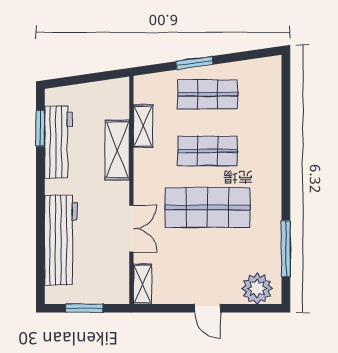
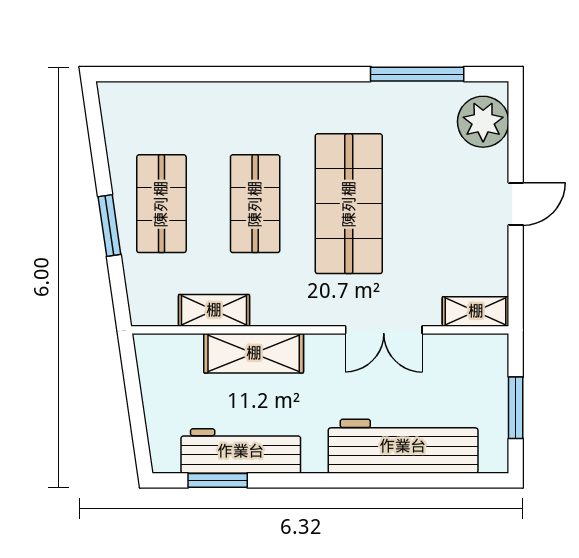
double door: (131, 229) -> (384, 330), swing flipped

